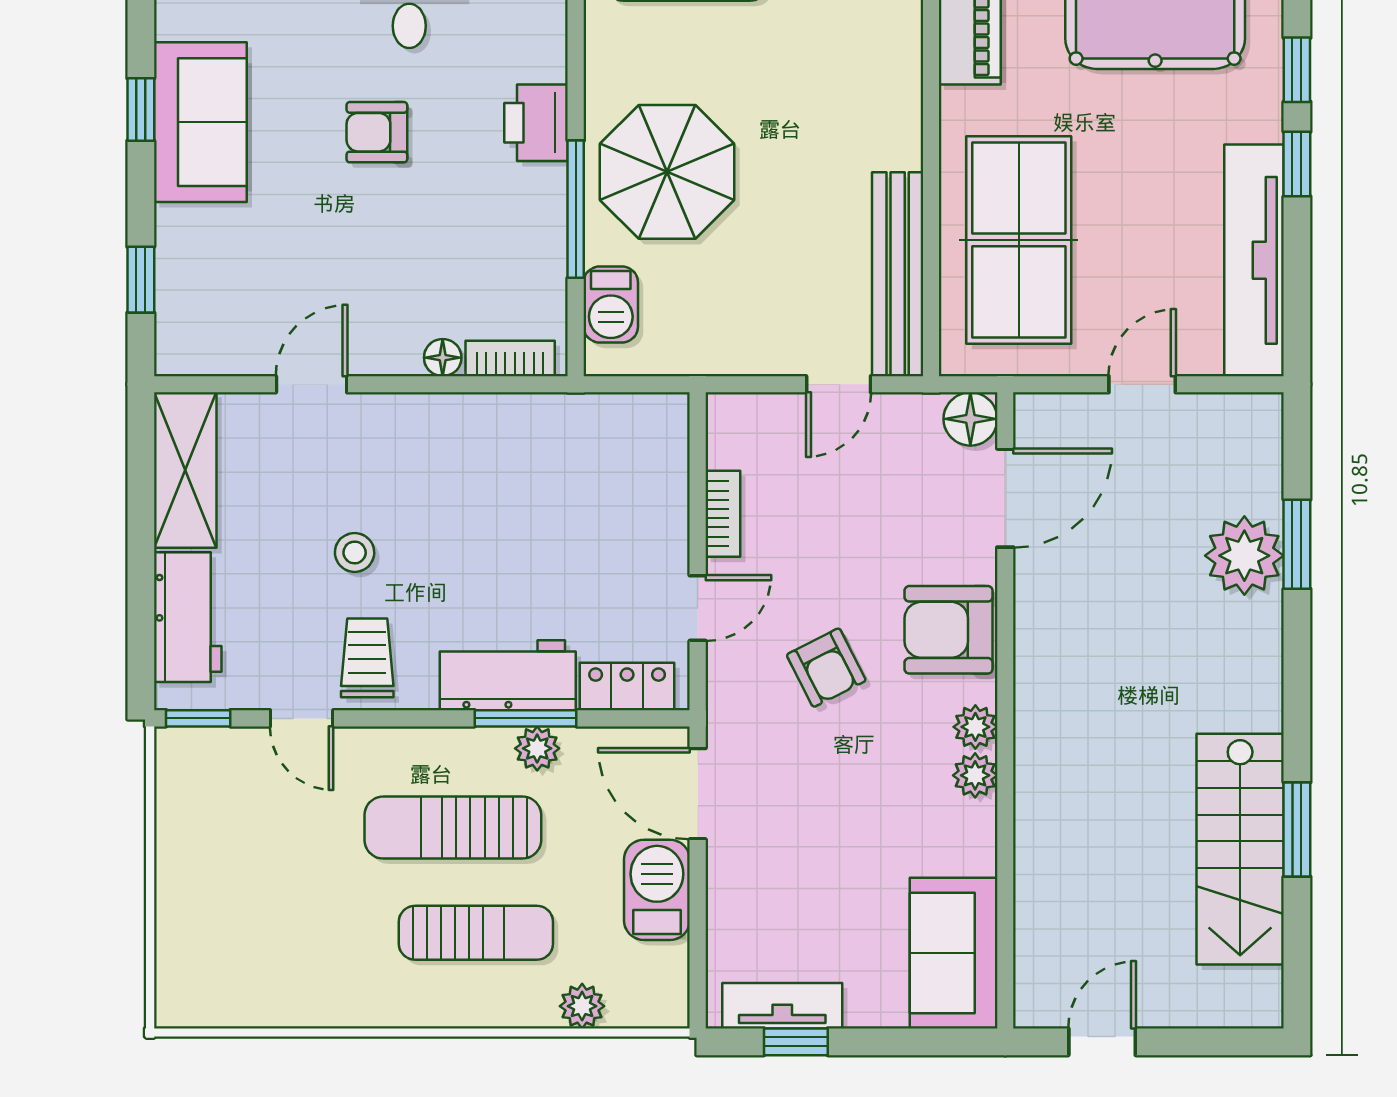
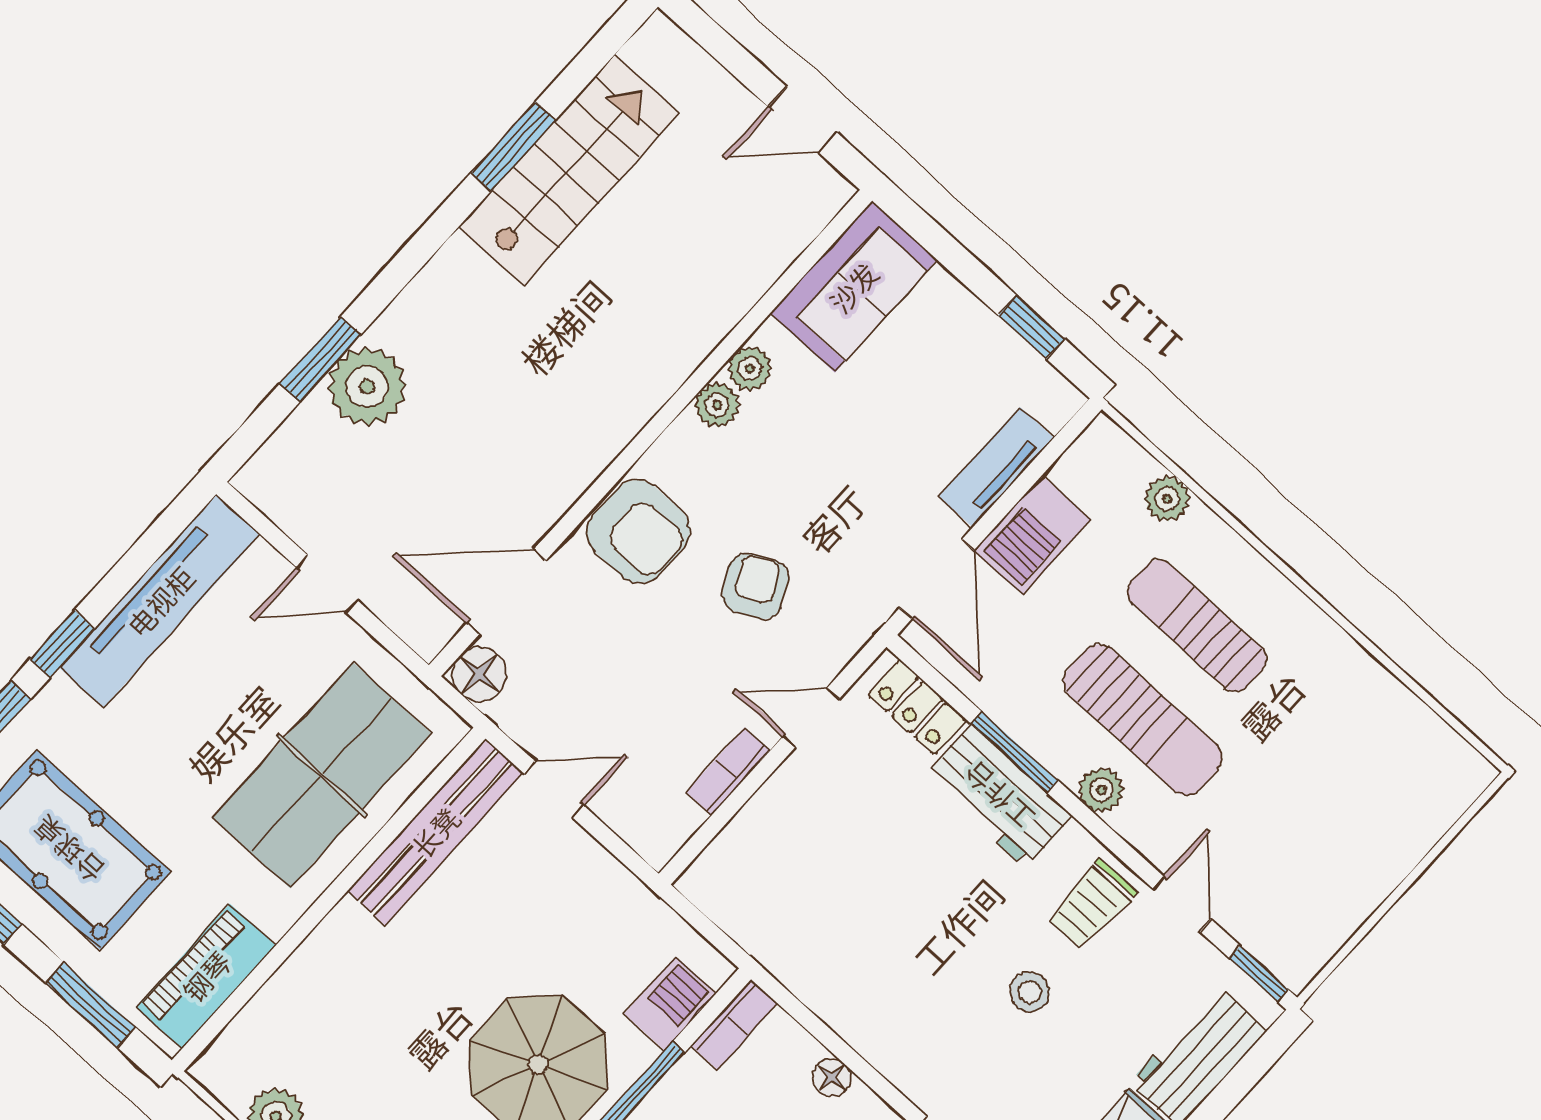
bookcase: (510, 358) -> (734, 1024), moved, turned -90
plant: (975, 727) -> (750, 368), moved
plant: (537, 748) -> (1101, 790), moved
tv unit: (782, 1006) -> (996, 467), moved, turned 90

